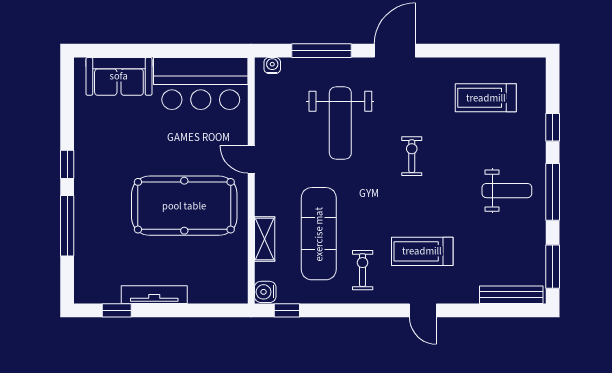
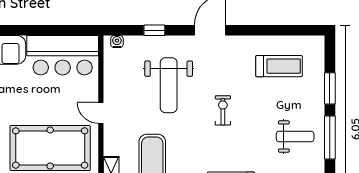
window: (321, 51) -> (154, 30), width x0.46
treadmill: (486, 98) -> (279, 66), turned 180
window: (553, 127) -> (330, 88), width x1.50

